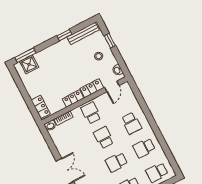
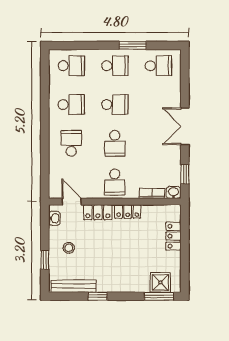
door: (112, 86) -> (72, 202), hinge flipped
locker: (41, 107) -> (173, 236), moved
window: (49, 141) -> (185, 174), added

